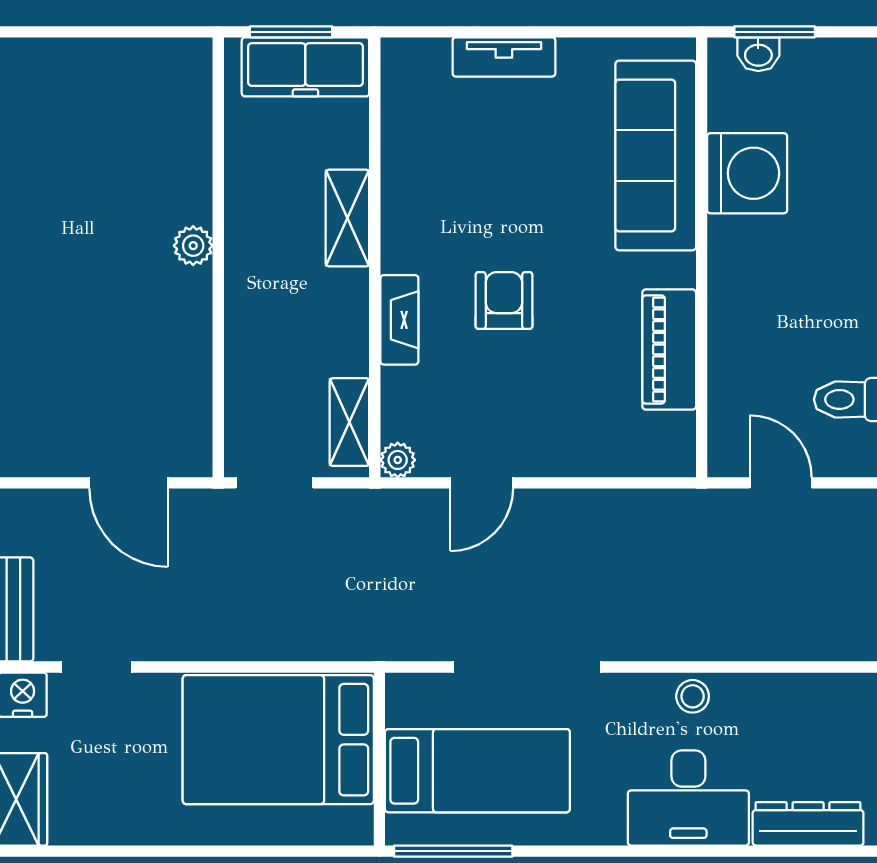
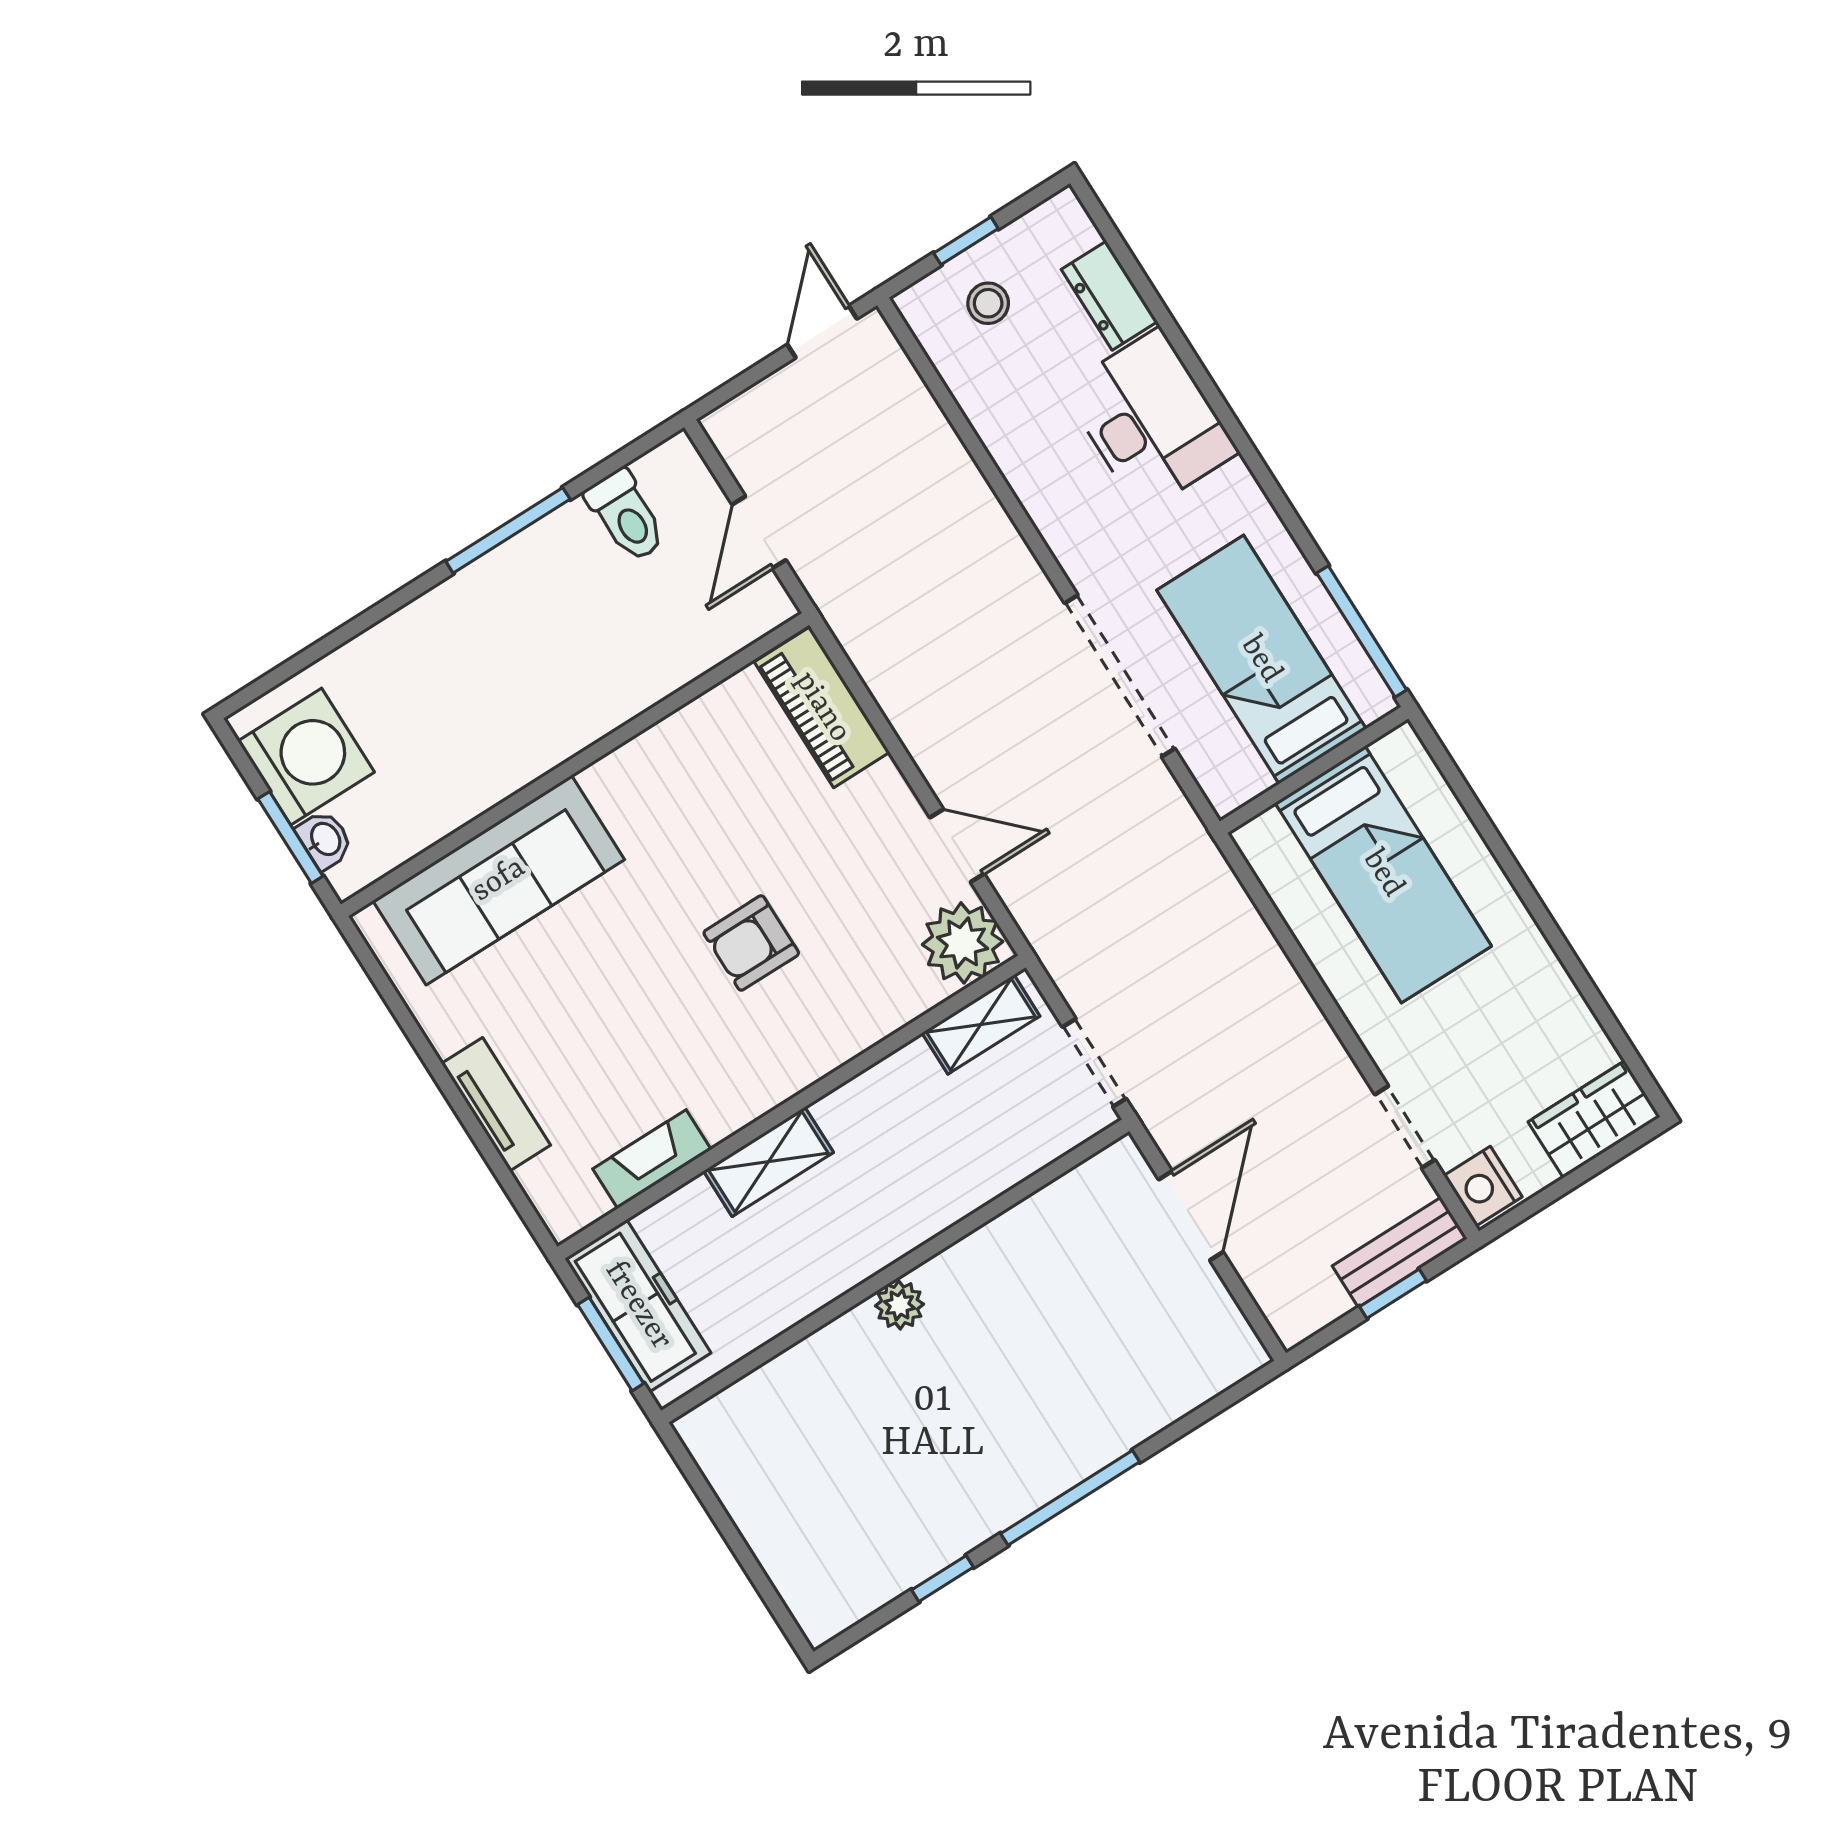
washing machine: (747, 173) -> (306, 757), moved, turned 90
fireplace: (399, 320) -> (652, 1159), moved
piano: (669, 350) -> (822, 707), moved, turned 90
plant: (398, 460) -> (963, 943), width x1.88, depth x1.88
stool: (693, 696) -> (988, 303), moved
bed: (278, 740) -> (1383, 874), width x0.67
dresser: (808, 824) -> (1109, 296), width x0.70

